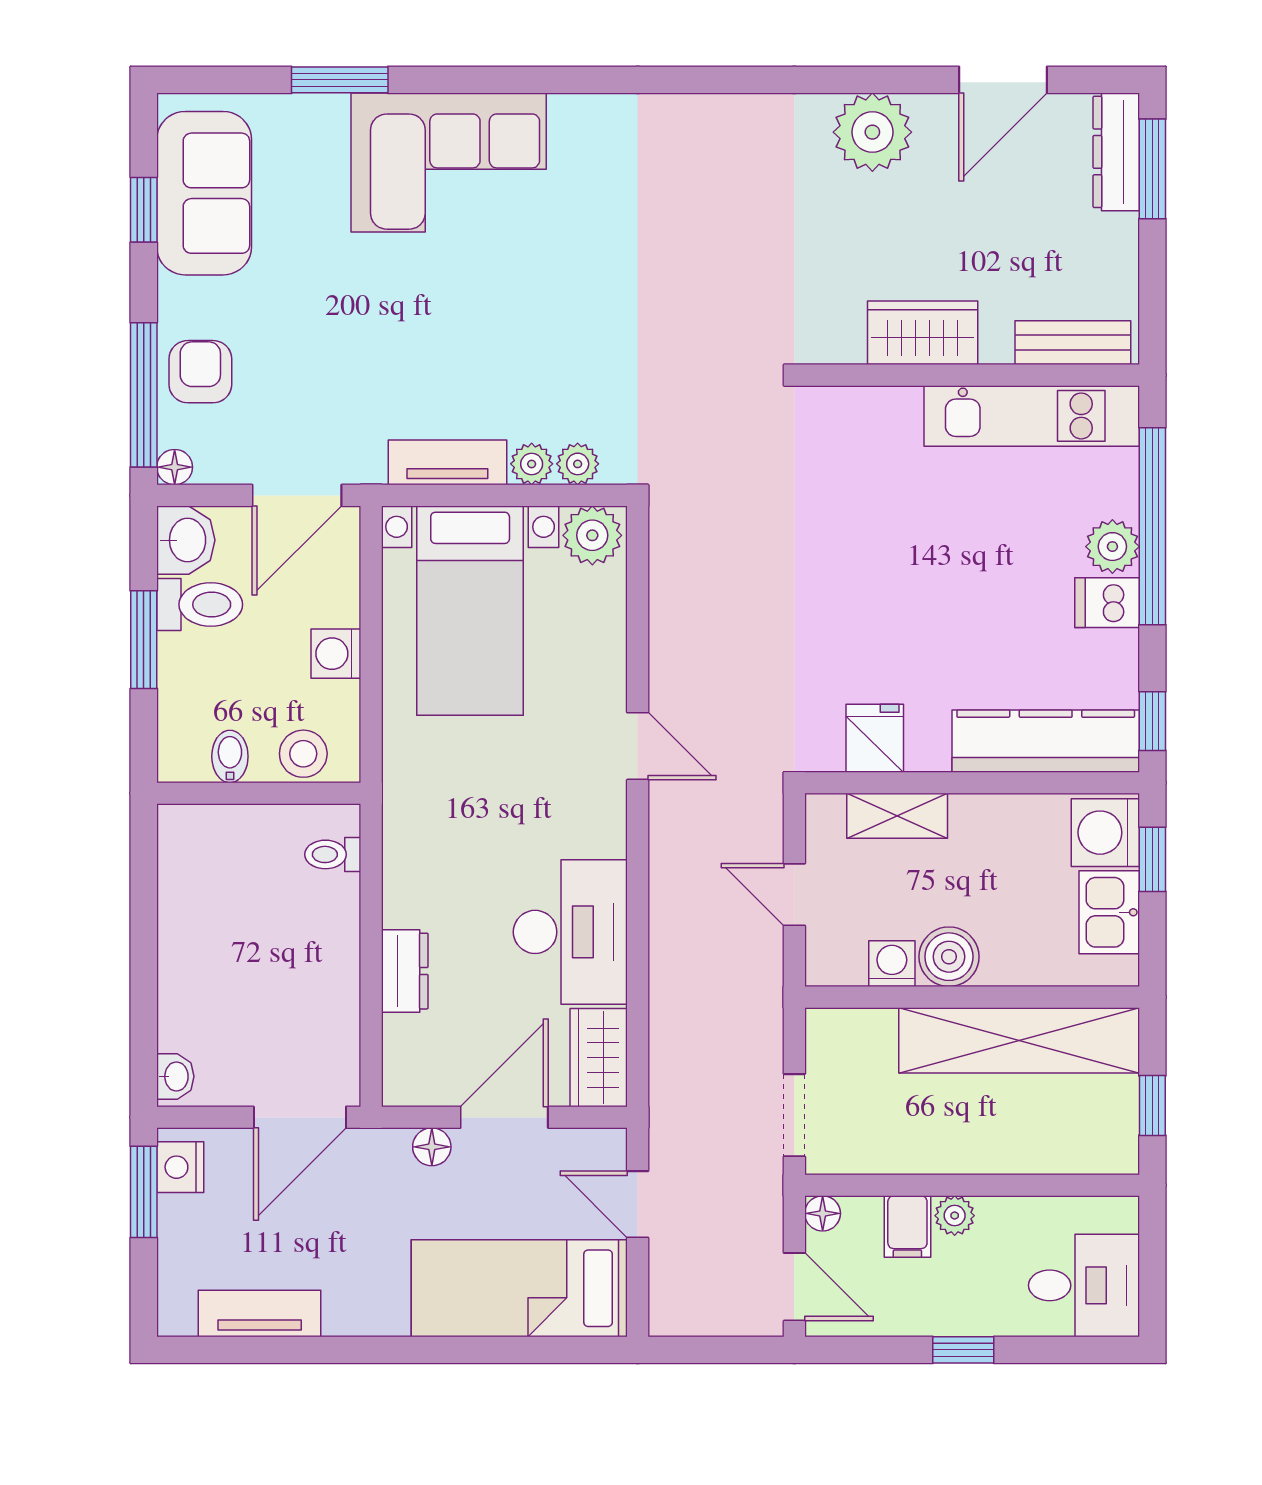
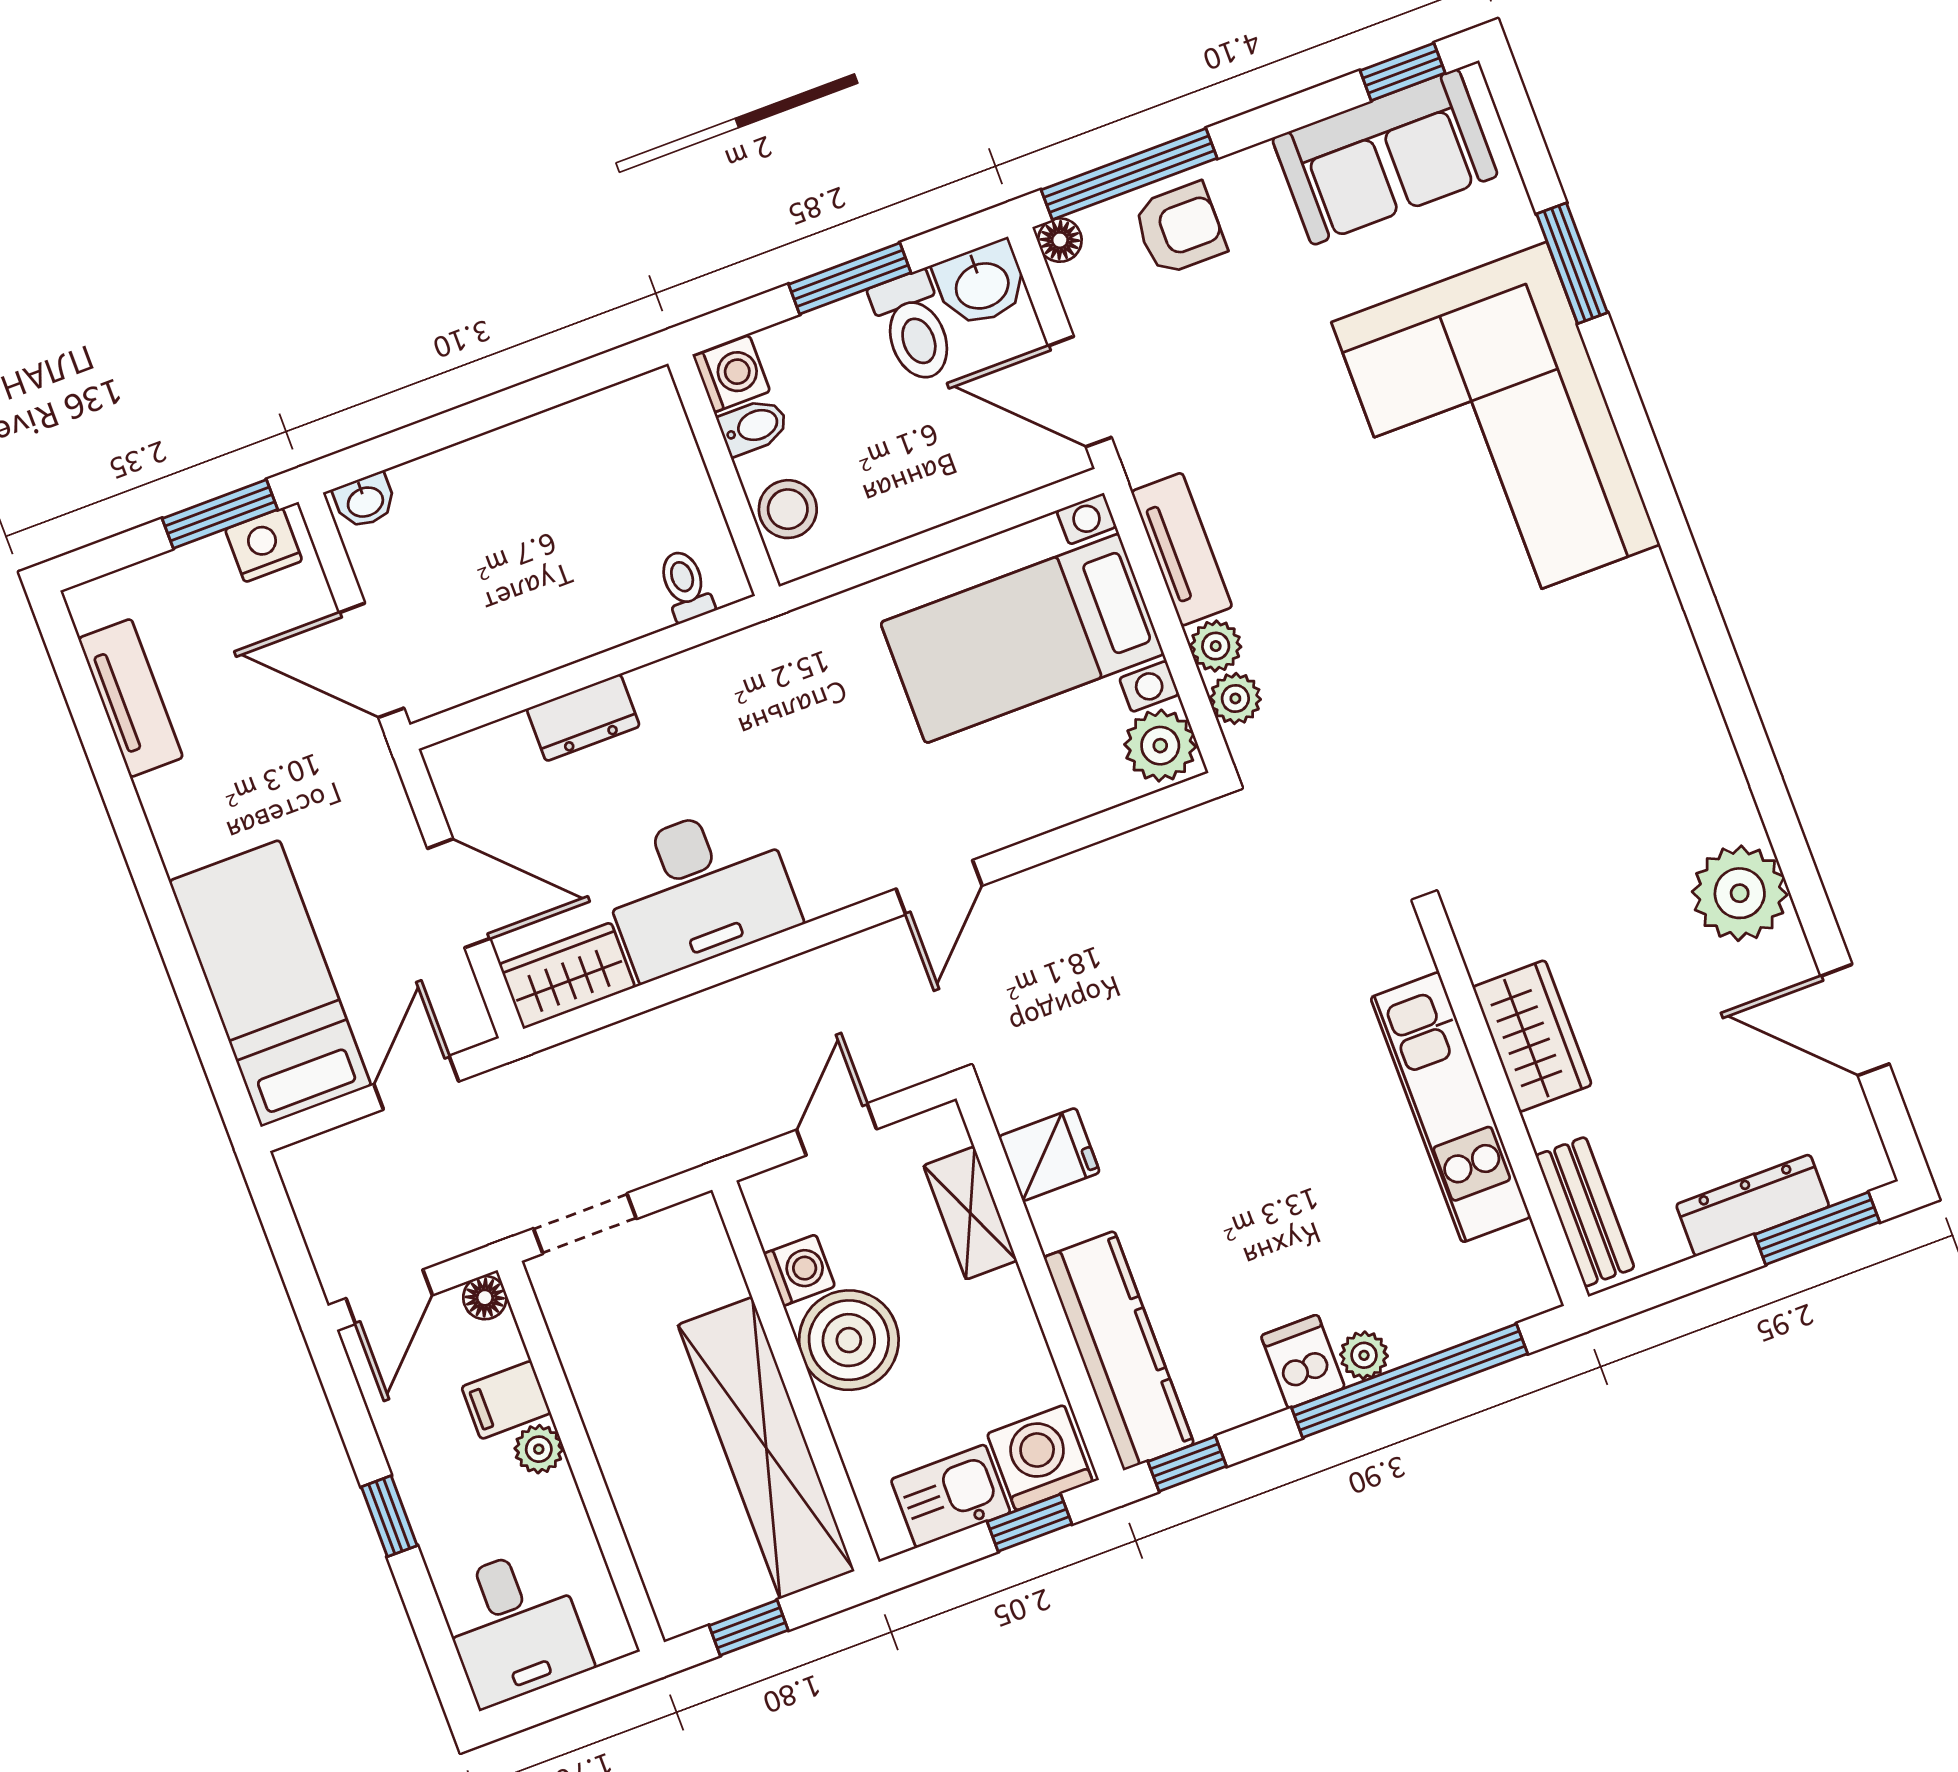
dresser: (1116, 152) -> (1753, 1205), moved
corner sofa: (449, 163) -> (1496, 433), width x1.36, depth x1.36
window: (144, 210) -> (1403, 72), moved
kitchen unit: (1032, 416) -> (1451, 1107), moved
plant: (1112, 547) -> (1364, 1355), width x0.73, depth x0.73
washing machine: (336, 654) -> (732, 374), moved, turned 90
boiler: (949, 957) -> (849, 1340), width x1.37, depth x1.37
floor lamp: (432, 1147) -> (394, 823), removed

